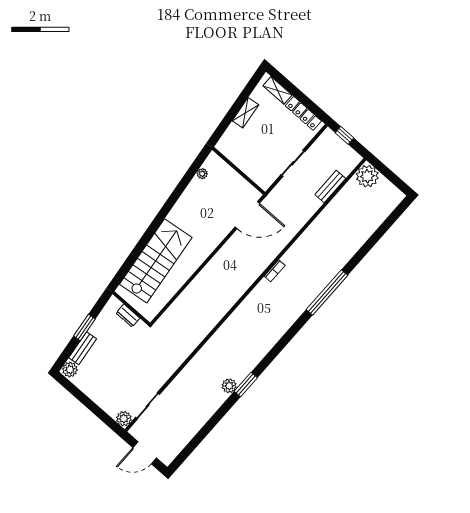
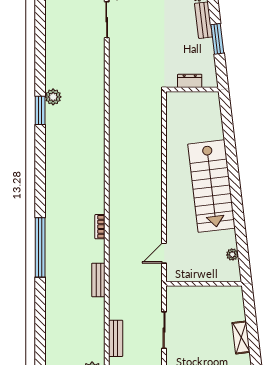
door: (247, 215) -> (164, 253), width x0.53
bench: (307, 236) -> (98, 280), added
stairs: (156, 261) -> (211, 186), moved

